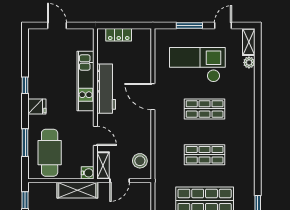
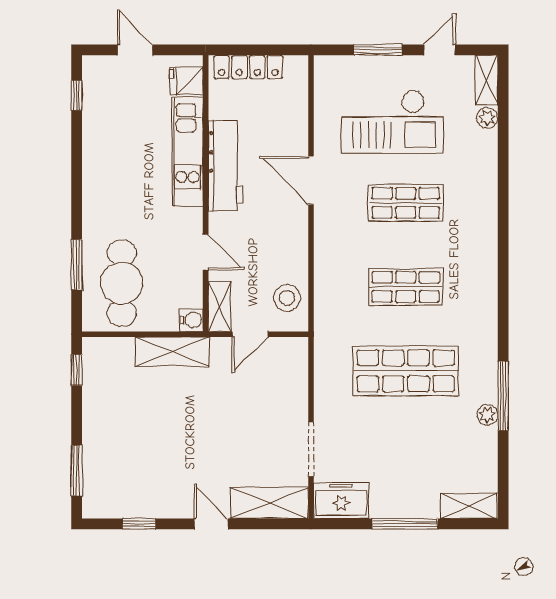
locker: (119, 35) -> (248, 67), width x1.53
checkout: (197, 65) -> (392, 122), turned 180
window: (25, 85) -> (77, 95), moved
fridge: (37, 107) -> (186, 81), moved, turned 180

